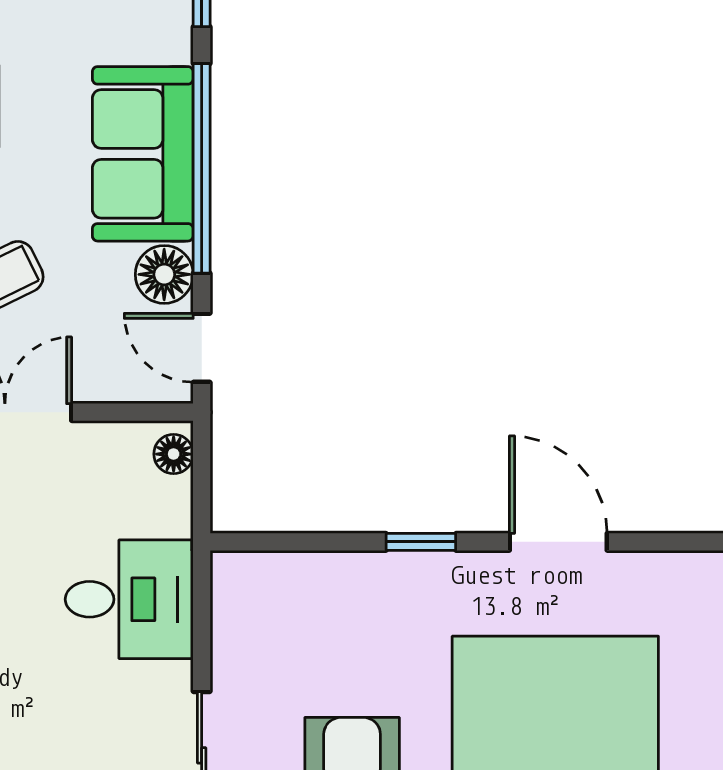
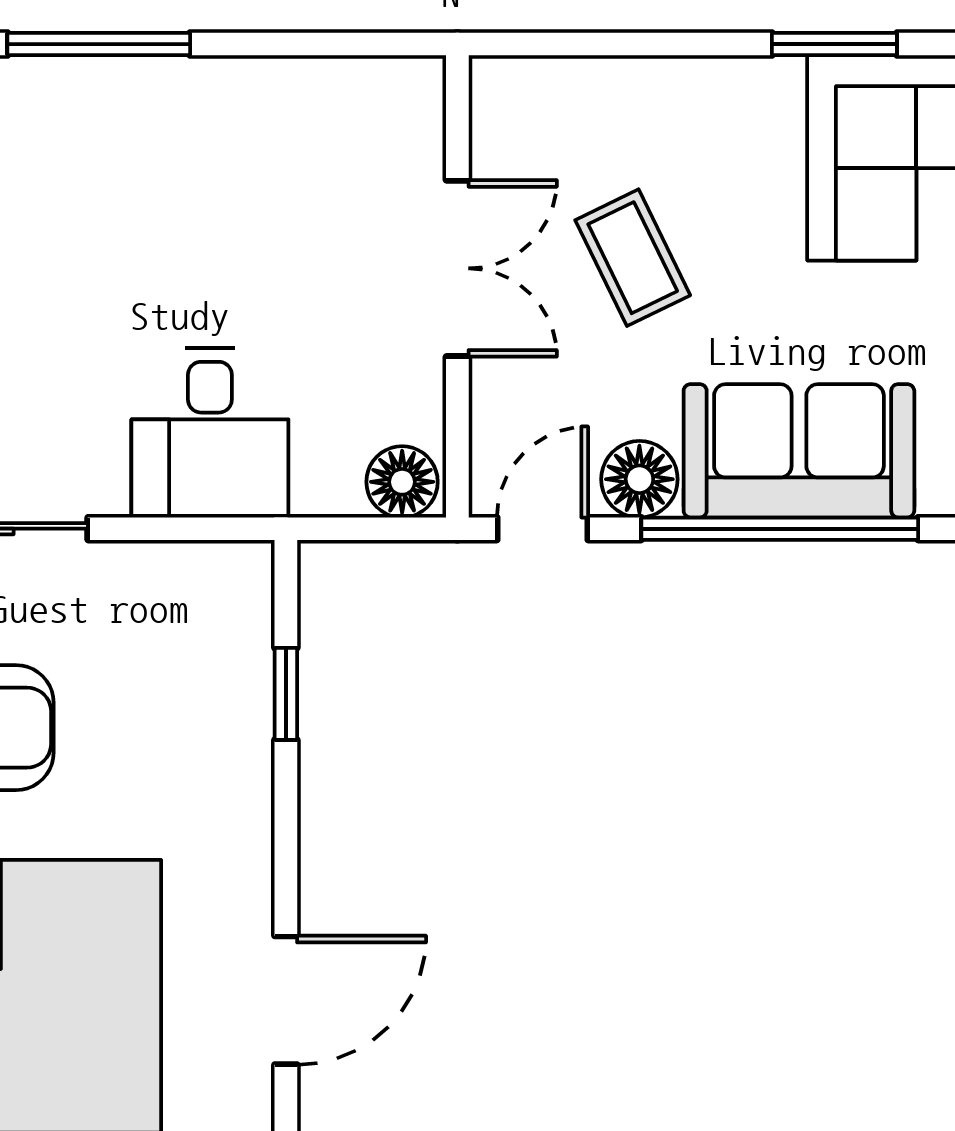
floor lamp: (174, 454) -> (402, 482), width x1.37, depth x1.37
window: (421, 542) -> (286, 694), moved

